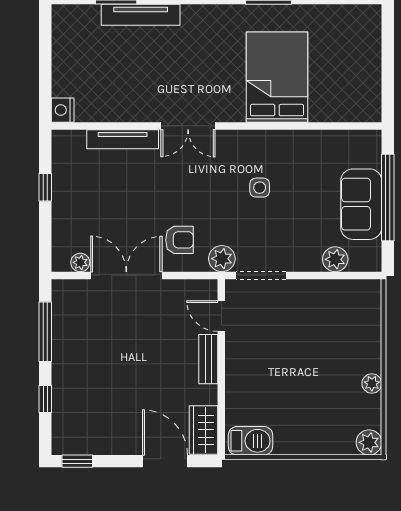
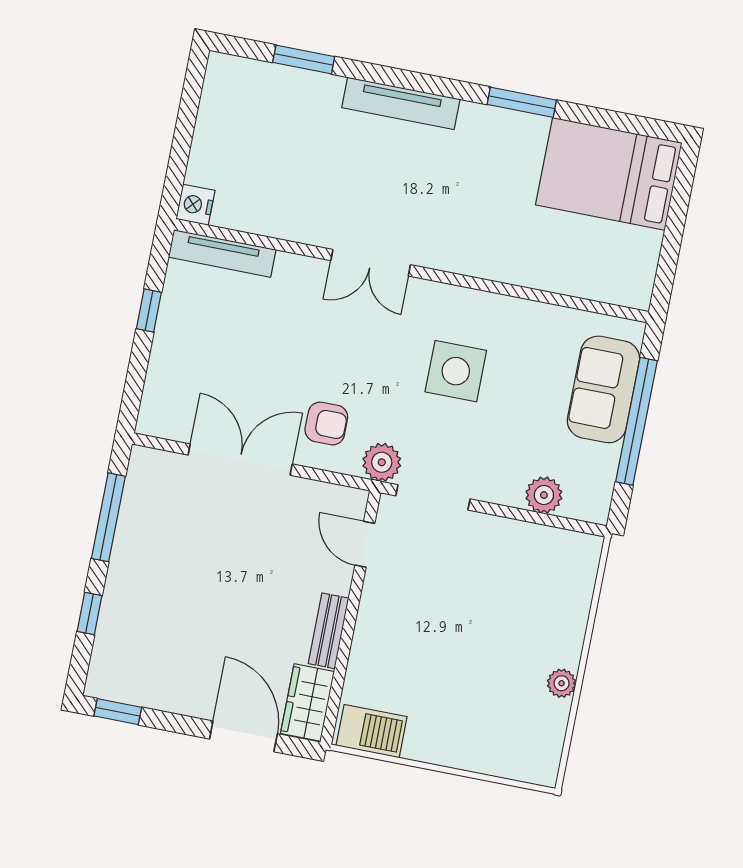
tv unit: (141, 15) -> (401, 103), moved
bed: (277, 77) -> (609, 174), moved, turned -90
tv unit: (123, 139) -> (222, 253), moved
side table: (260, 188) -> (456, 371), width x1.87, depth x1.87
sofa: (361, 204) -> (603, 389), moved
plant: (80, 262) -> (178, 428), removed
bench: (208, 359) -> (329, 631), moved
plant: (369, 442) -> (541, 767), removed

